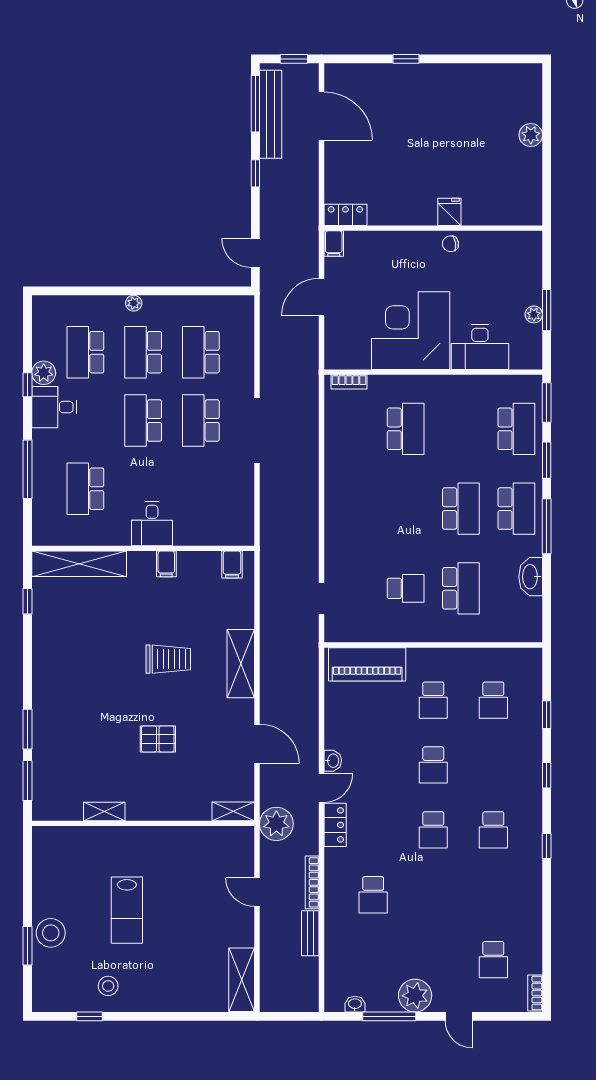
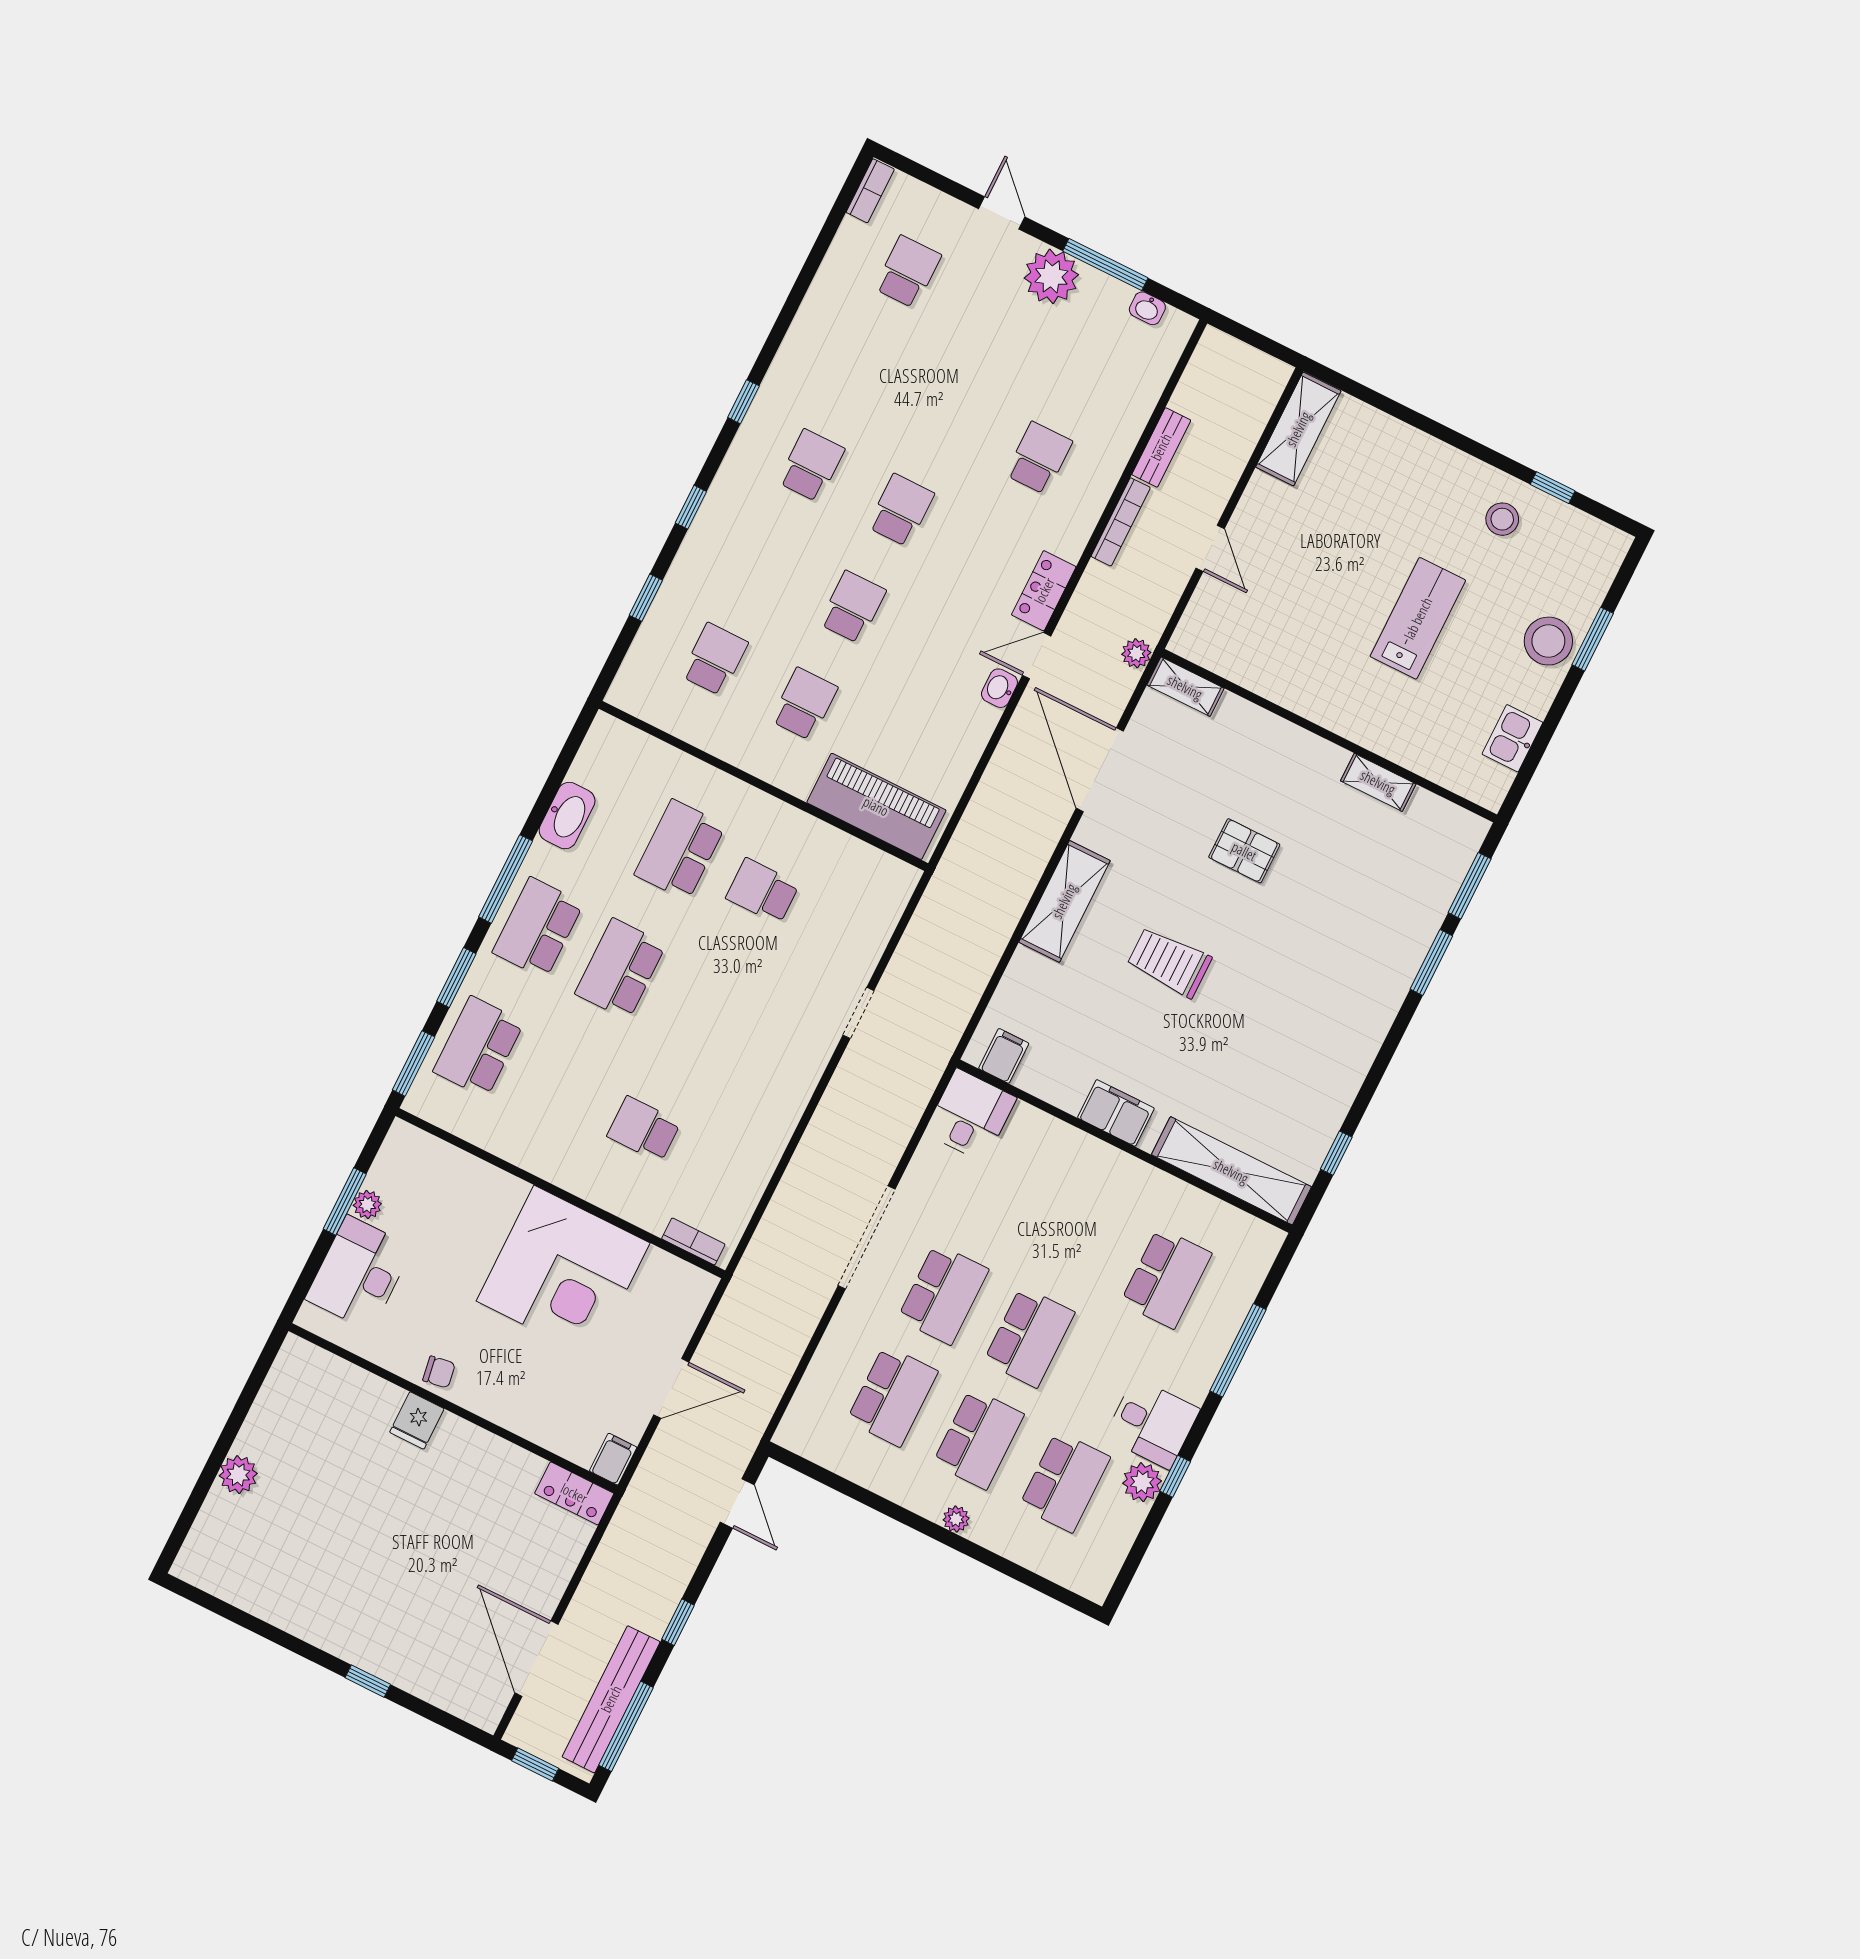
desk: (480, 347) -> (359, 1273), moved, turned -90
school desk: (406, 429) -> (644, 1129), width x0.54
desk: (152, 524) -> (970, 1115), moved
filing cabinet: (166, 564) -> (1116, 1113), width x2.00
doorway: (321, 598) -> (858, 1013), moved
door: (257, 744) -> (1100, 770), width x1.36
plant: (276, 824) -> (1136, 653), width x0.53, depth x0.53
kitchen sink: (44, 871) -> (1512, 738), added

